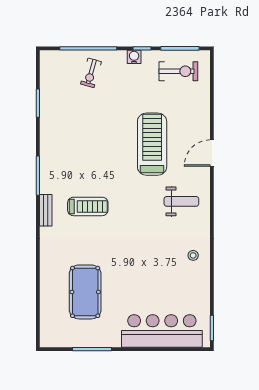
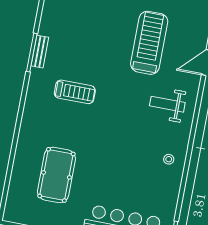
weight bench: (181, 201) -> (167, 104), turned 180
bench: (46, 210) -> (40, 52), moved

